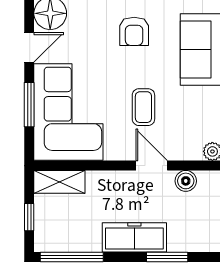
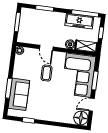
armchair: (134, 31) -> (46, 106), removed
boiler: (186, 181) -> (70, 44), moved
freezer: (134, 237) -> (79, 21), moved

